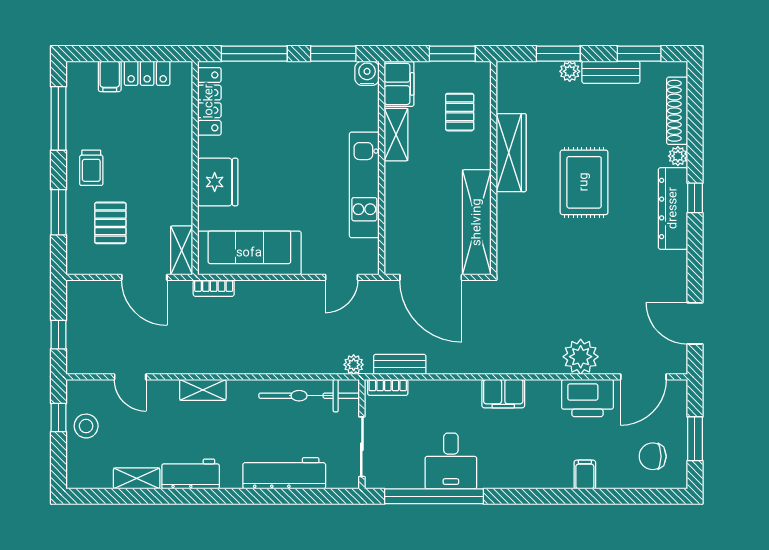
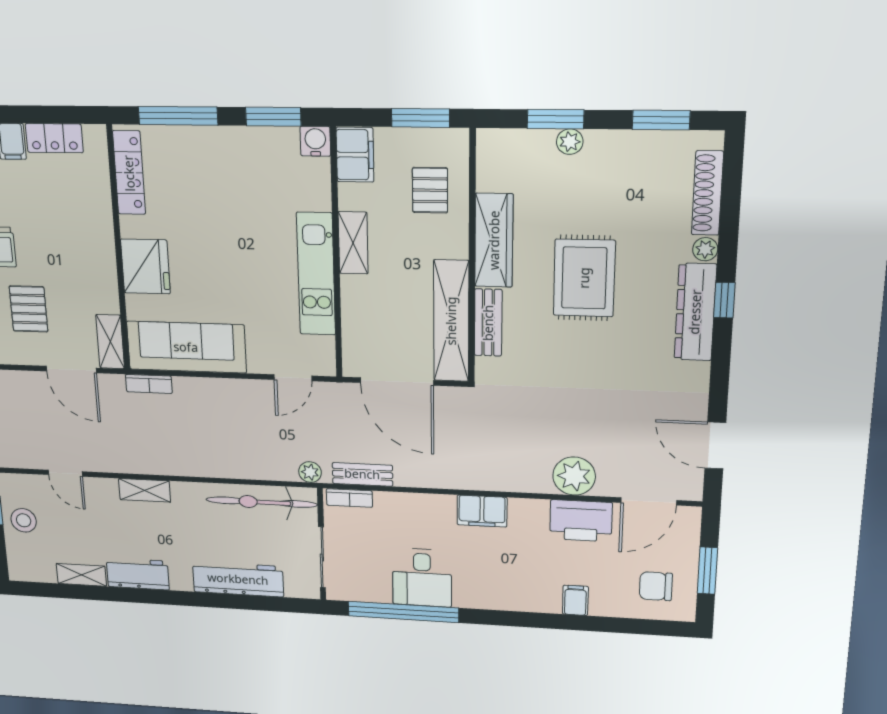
bench: (611, 72) -> (488, 323), moved, turned 90
shelving: (396, 135) -> (353, 243), moved

